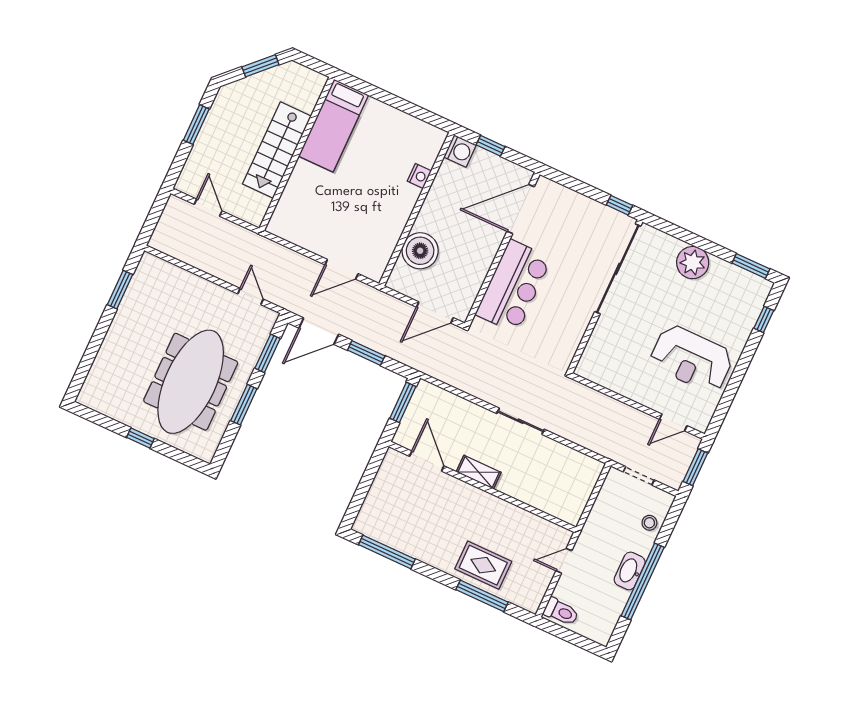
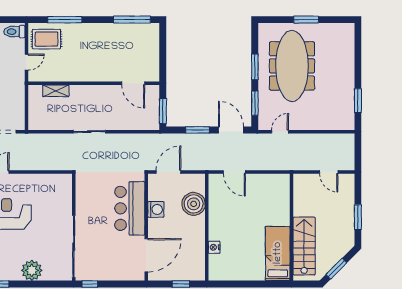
stairs: (277, 150) -> (304, 246), moved
washing machine: (460, 151) -> (156, 209), moved, turned 180
door: (342, 269) -> (234, 172), swing flipped
door: (251, 297) -> (280, 132), swing flipped
door: (319, 331) -> (231, 130), hinge flipped
window: (140, 438) -> (306, 20), width x1.50
shelving: (479, 472) -> (56, 91), moved
rug: (483, 565) -> (46, 39), moved

